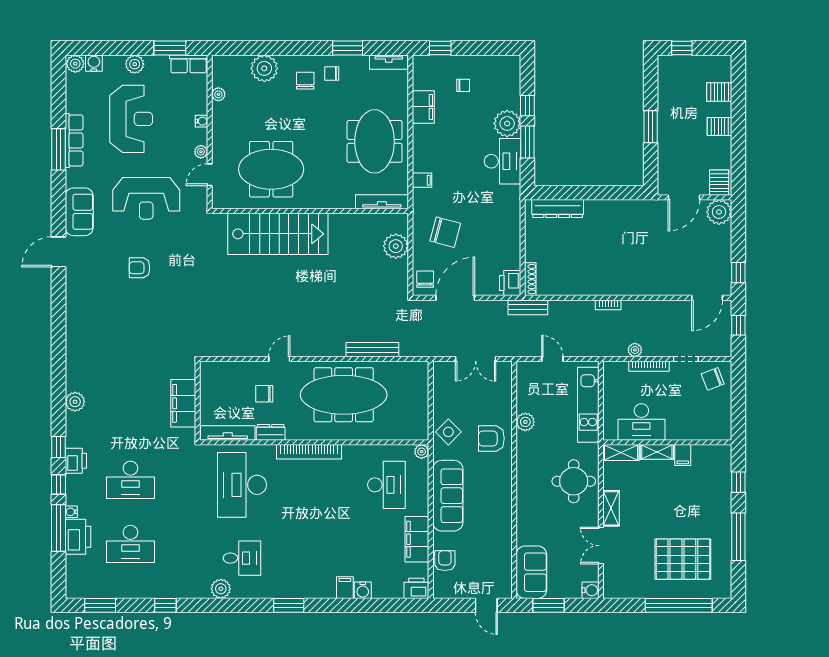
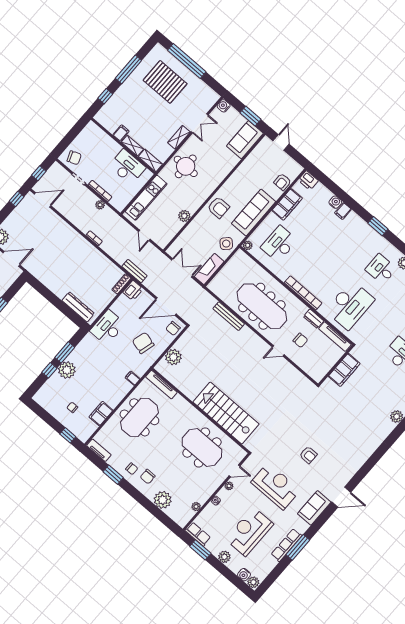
desk: (503, 161) -> (108, 327), moved
fireplace: (443, 385) -> (209, 269), added
armchair: (491, 438) -> (218, 208), moved

